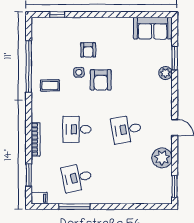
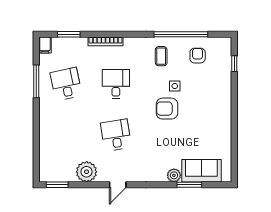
sofa: (153, 28) -> (201, 171), moved, turned 90
armchair: (88, 50) -> (198, 56), moved, turned 90

